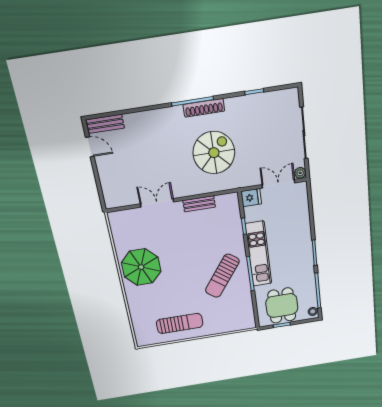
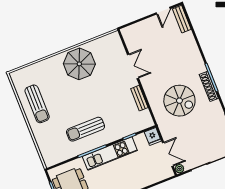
sun lounger: (222, 276) -> (86, 129), turned -37

